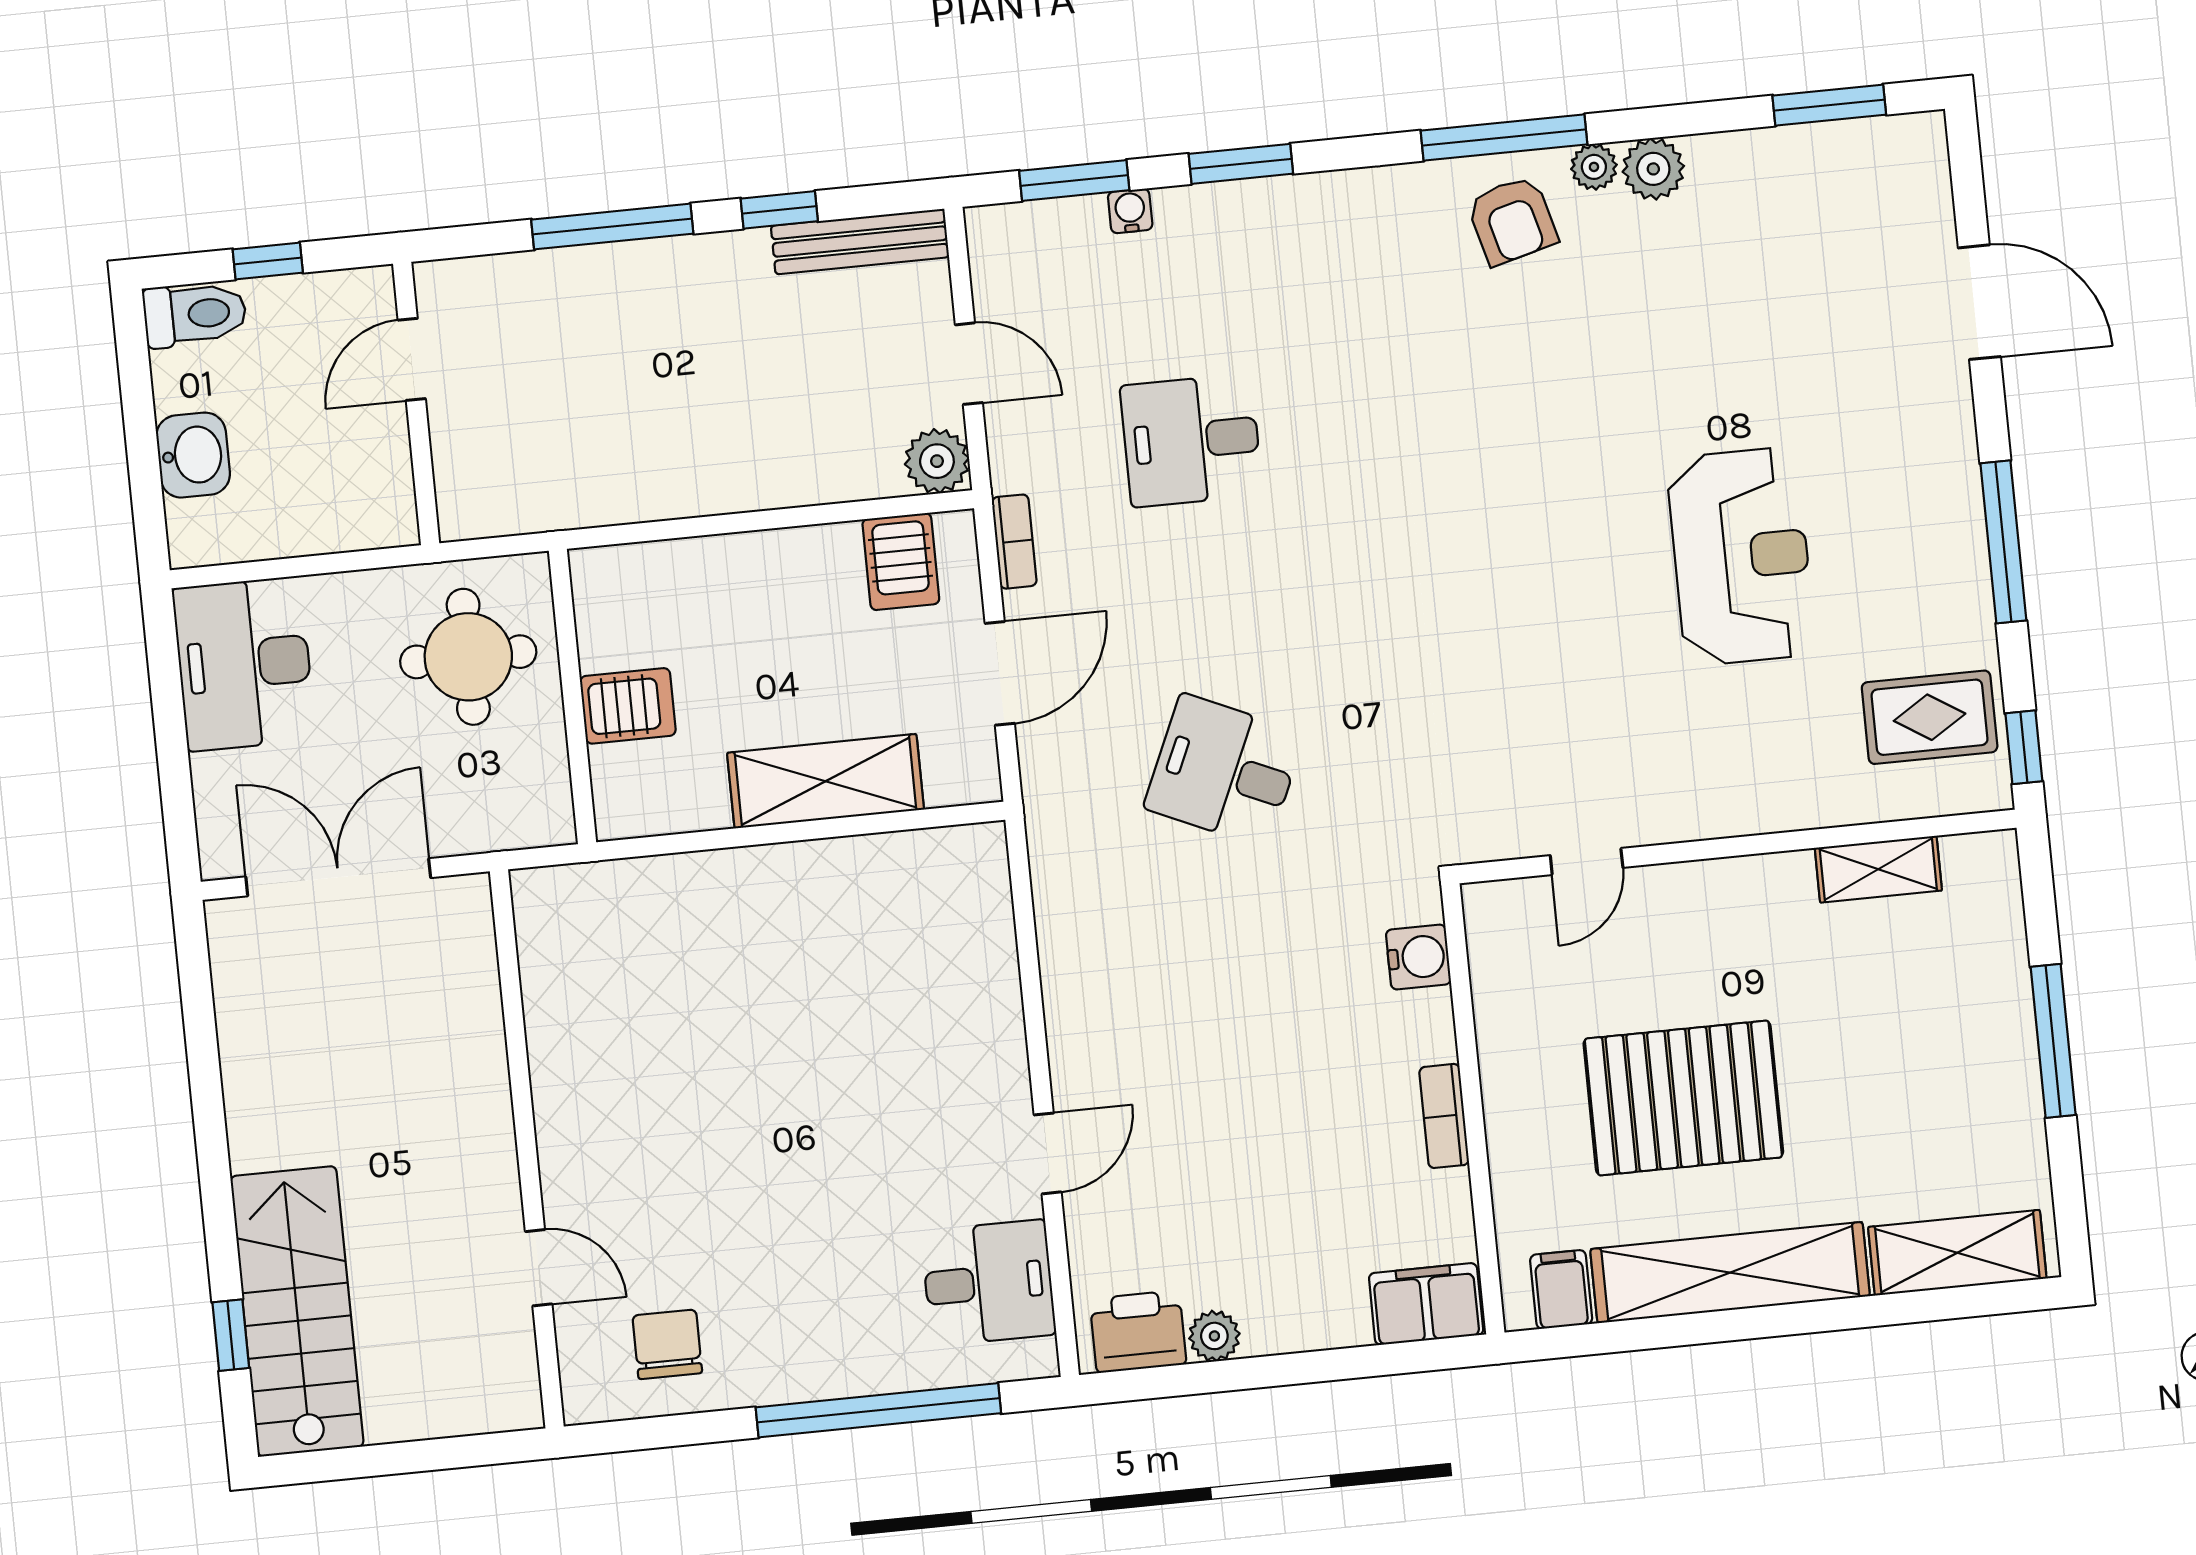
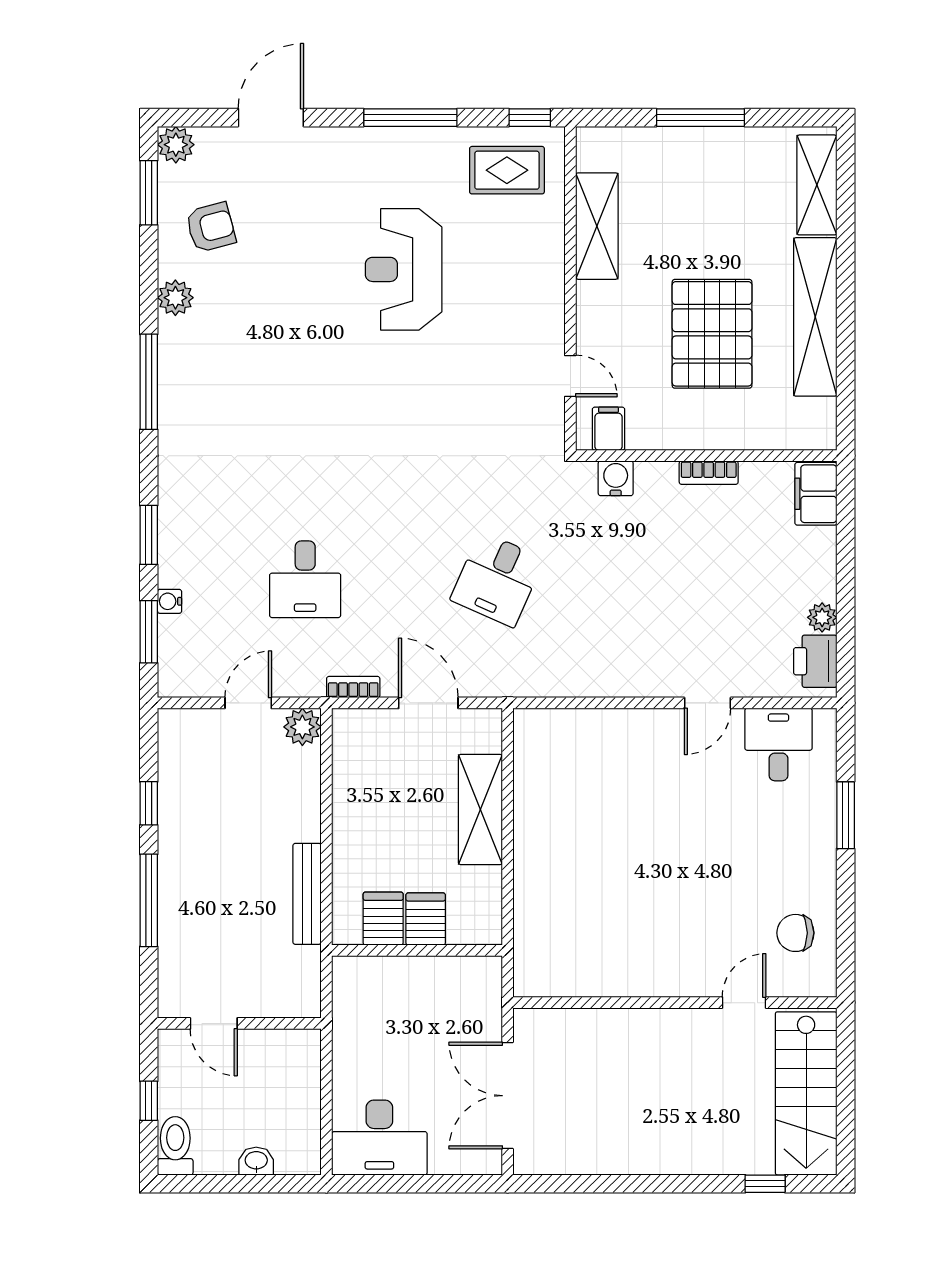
plant: (1594, 167) -> (176, 145), moved, width x1.38, depth x1.38
armchair: (1512, 220) -> (211, 227), moved
bench: (860, 242) -> (307, 894), moved
washbasin: (193, 455) -> (256, 1161), width x0.72, depth x0.69
reception desk: (1741, 556) -> (404, 269), turned -90
server rack: (901, 562) -> (383, 919), moved, turned -90
round table: (468, 657) -> (388, 1008), removed
rug: (1930, 717) -> (507, 170), turned 90
shelving: (1878, 869) -> (597, 226), width x1.50, depth x1.33
door: (1048, 1153) -> (707, 703), swing flipped
filing cabinet: (1561, 1289) -> (608, 429), moved, turned 90
stairs: (297, 1311) -> (806, 1093), moved, turned -90
window: (878, 1410) -> (846, 815), width x0.47

